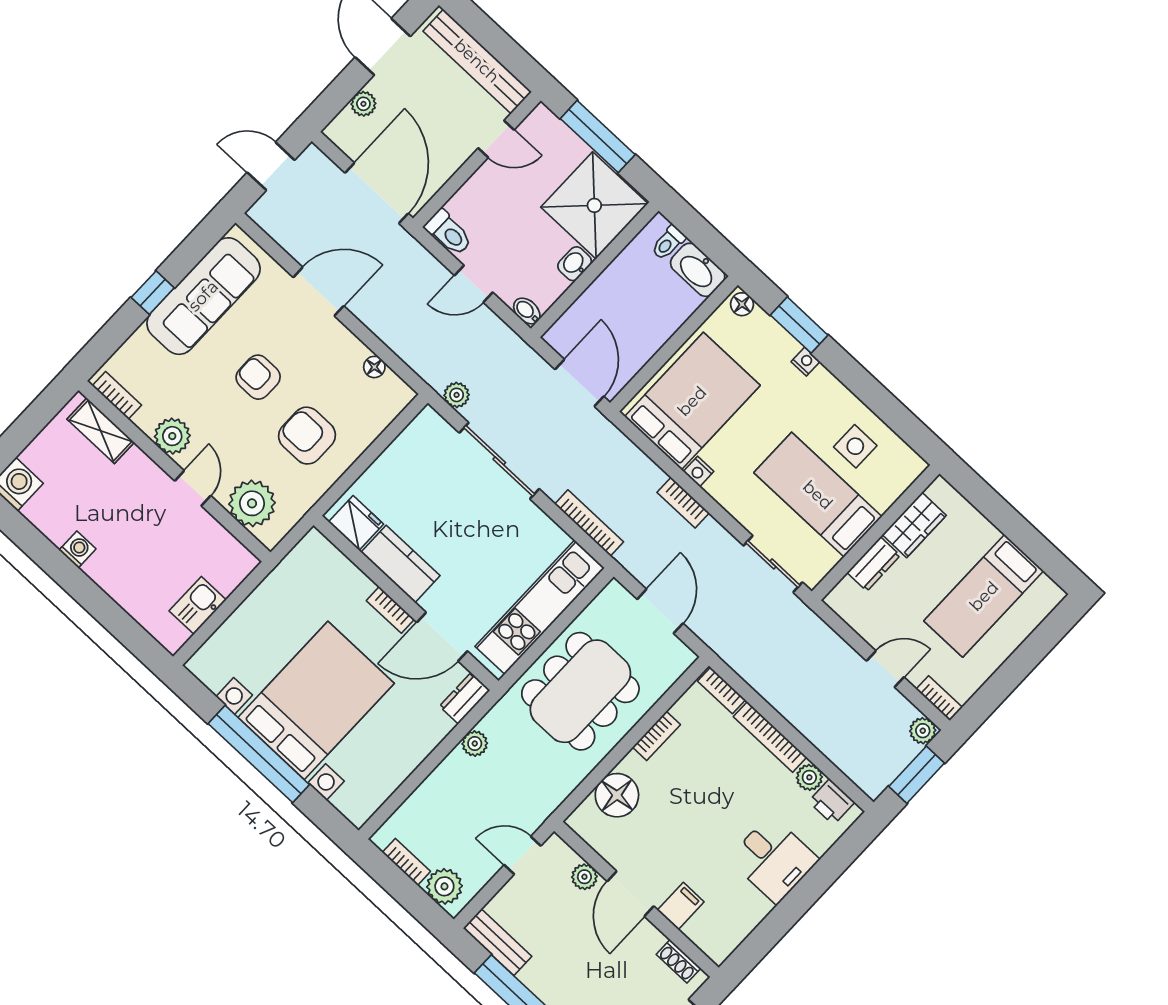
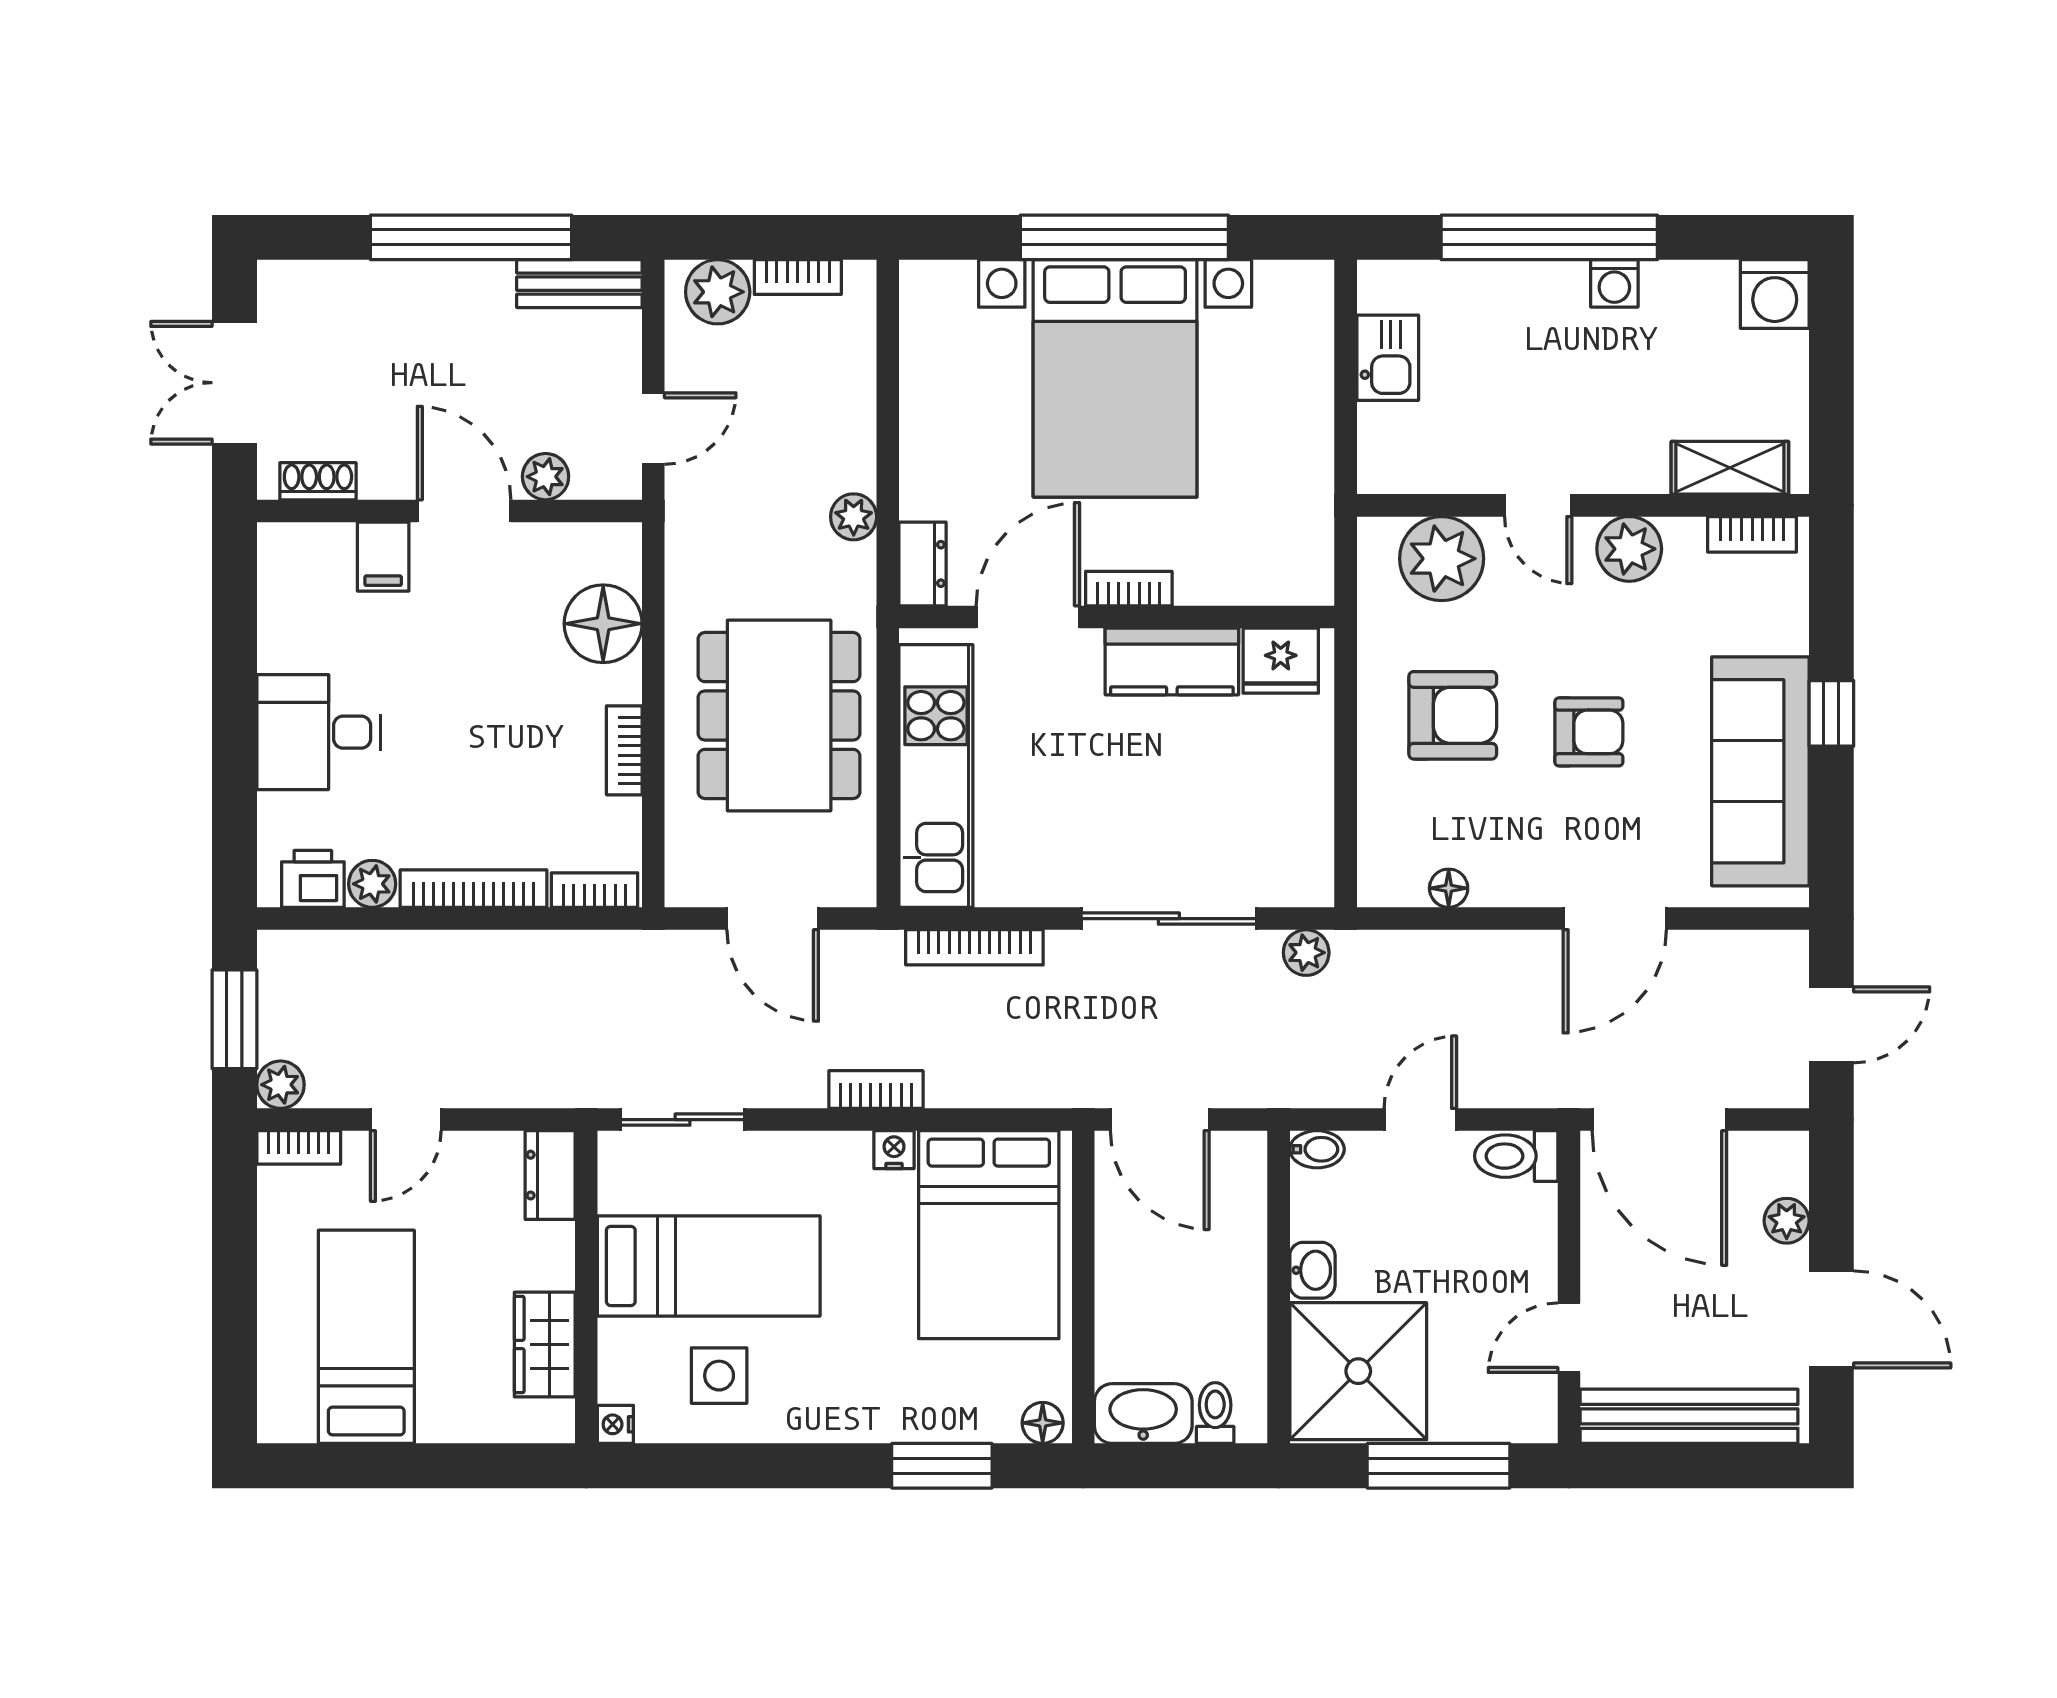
nightstand: (805, 362) -> (615, 1424), moved, turned 90
dresser: (874, 564) -> (550, 1175), moved
window: (86, 593) -> (1549, 237), added

